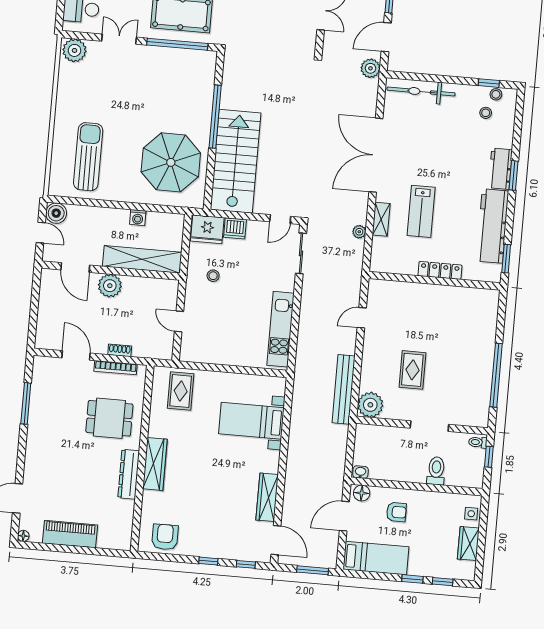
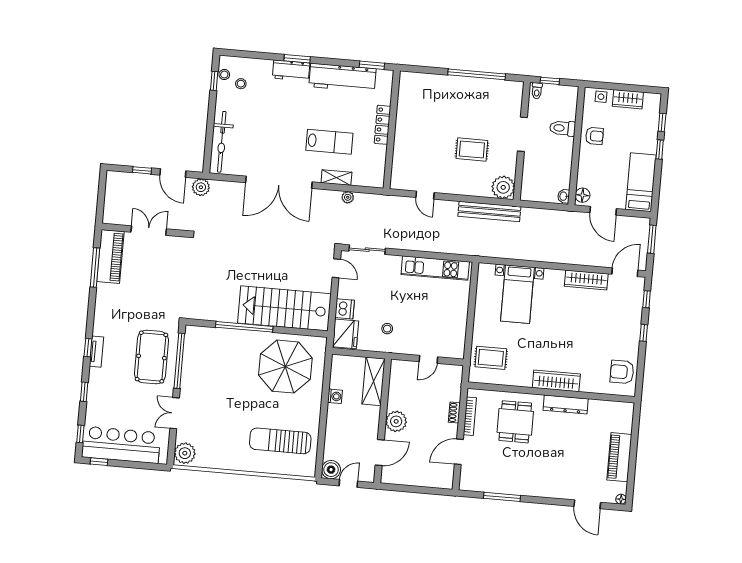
shelving: (142, 259) -> (374, 381), width x0.68
armchair: (396, 512) -> (594, 136), moved, turned 90

